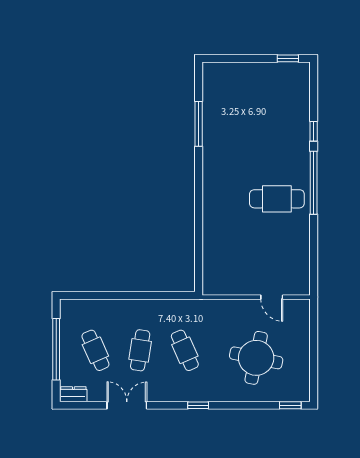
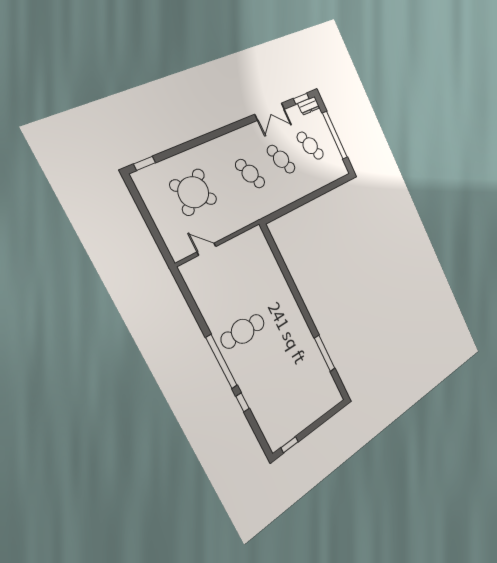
cafe table: (140, 350) -> (281, 159), turned -33
round table: (256, 358) -> (193, 192), turned 32
window: (198, 405) -> (301, 99), moved

